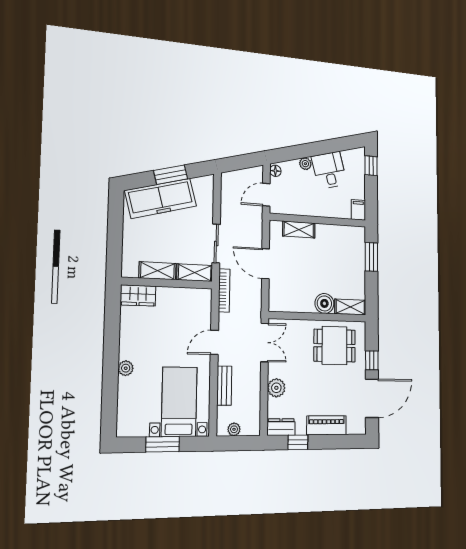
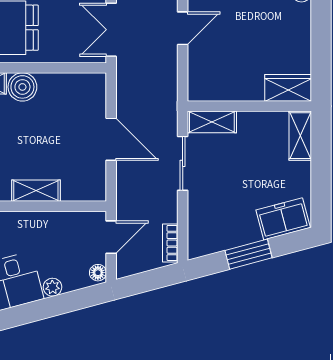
freezer: (161, 198) -> (283, 219), width x0.52, depth x0.79
shelving: (299, 230) -> (36, 191), moved
shelving: (157, 271) -> (300, 136), moved, turned 90
bookcase: (224, 290) -> (170, 243), moved, width x0.64

